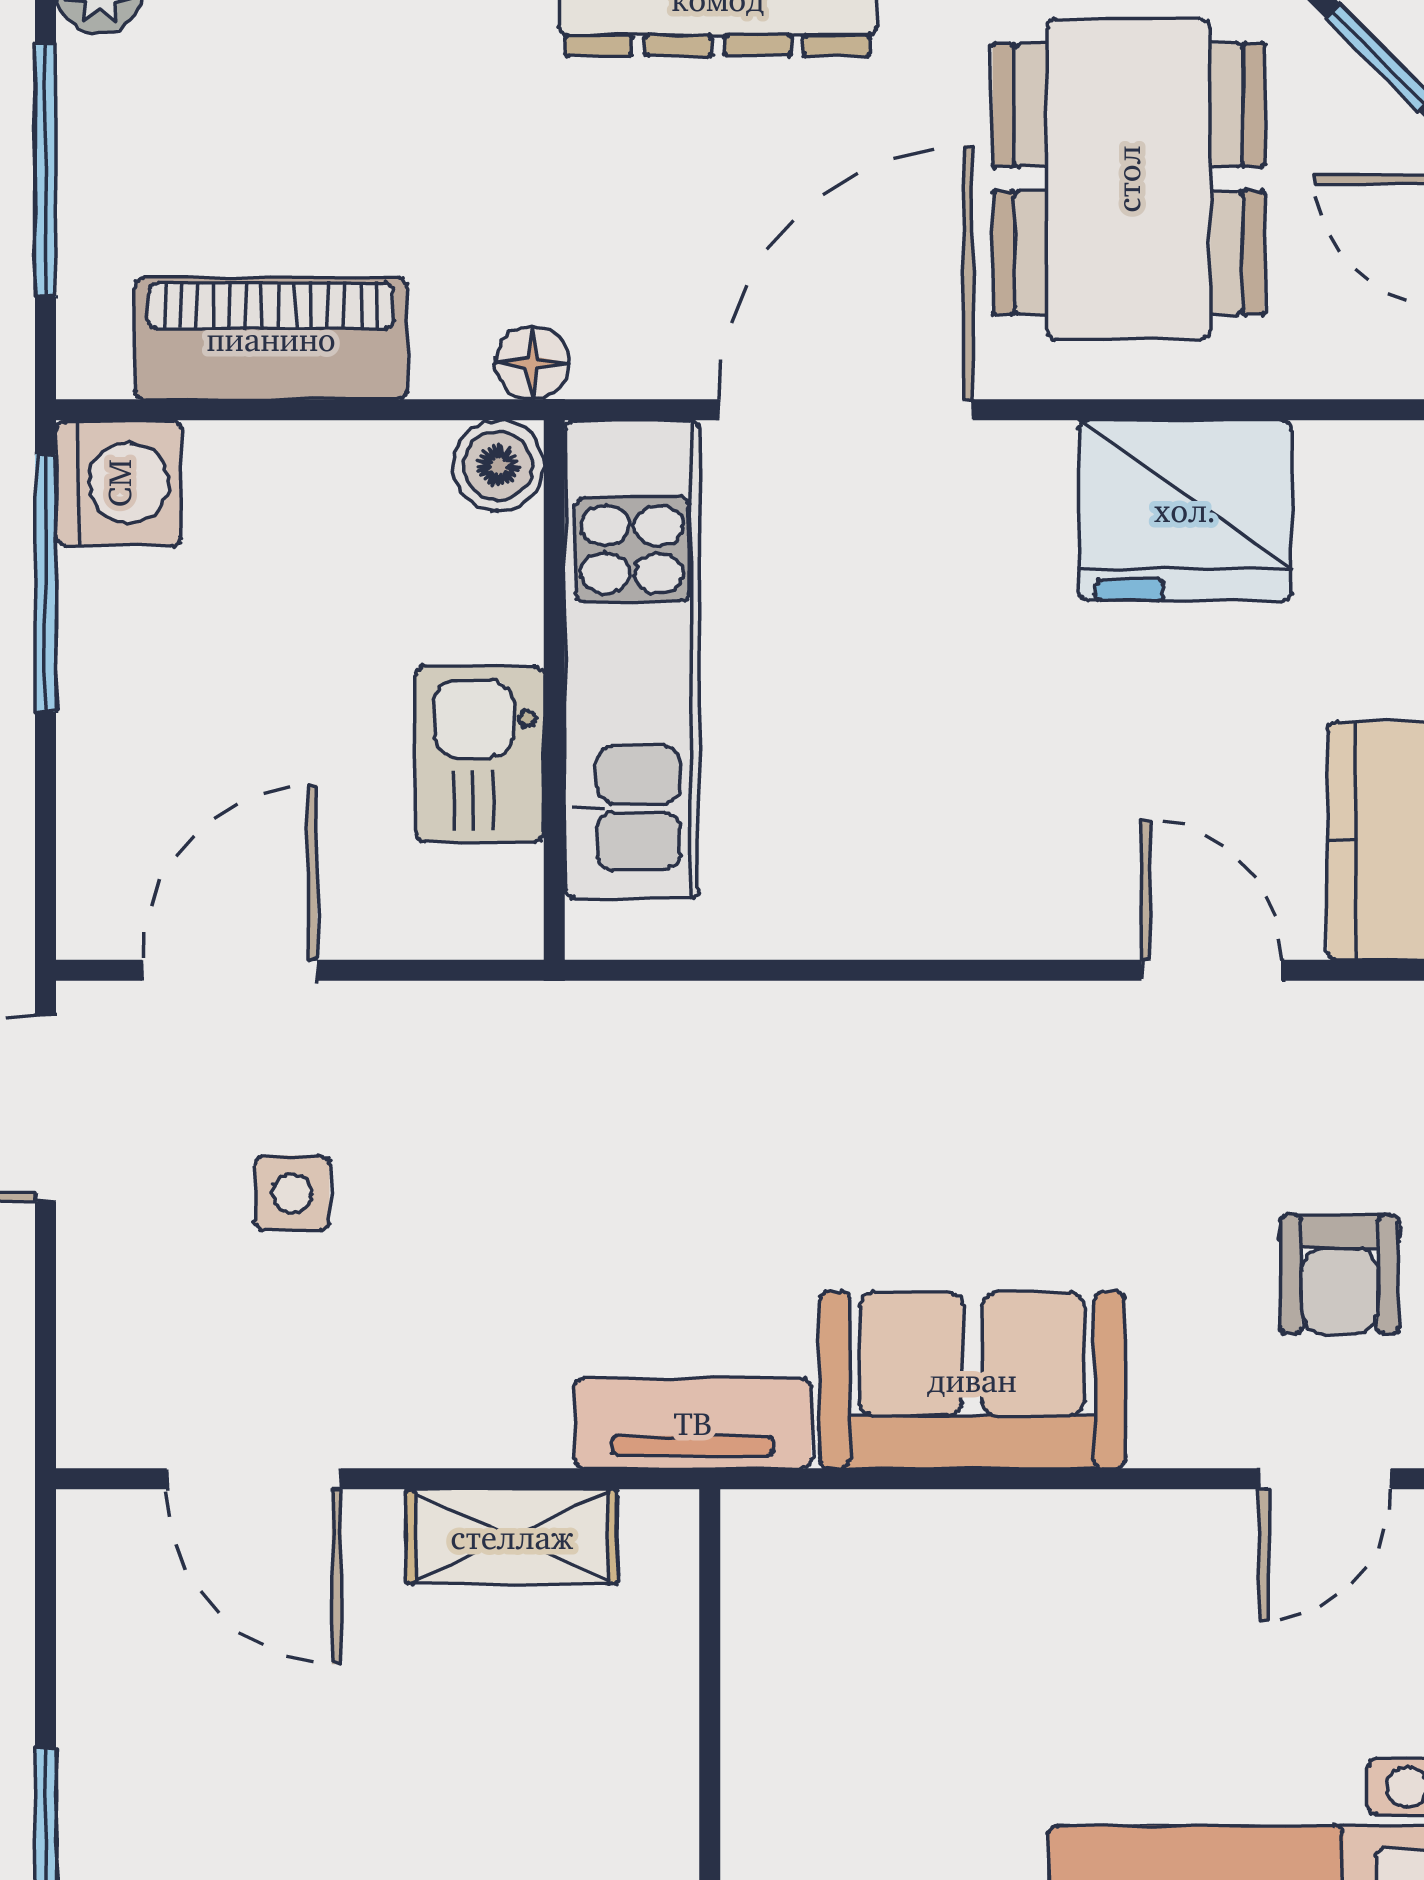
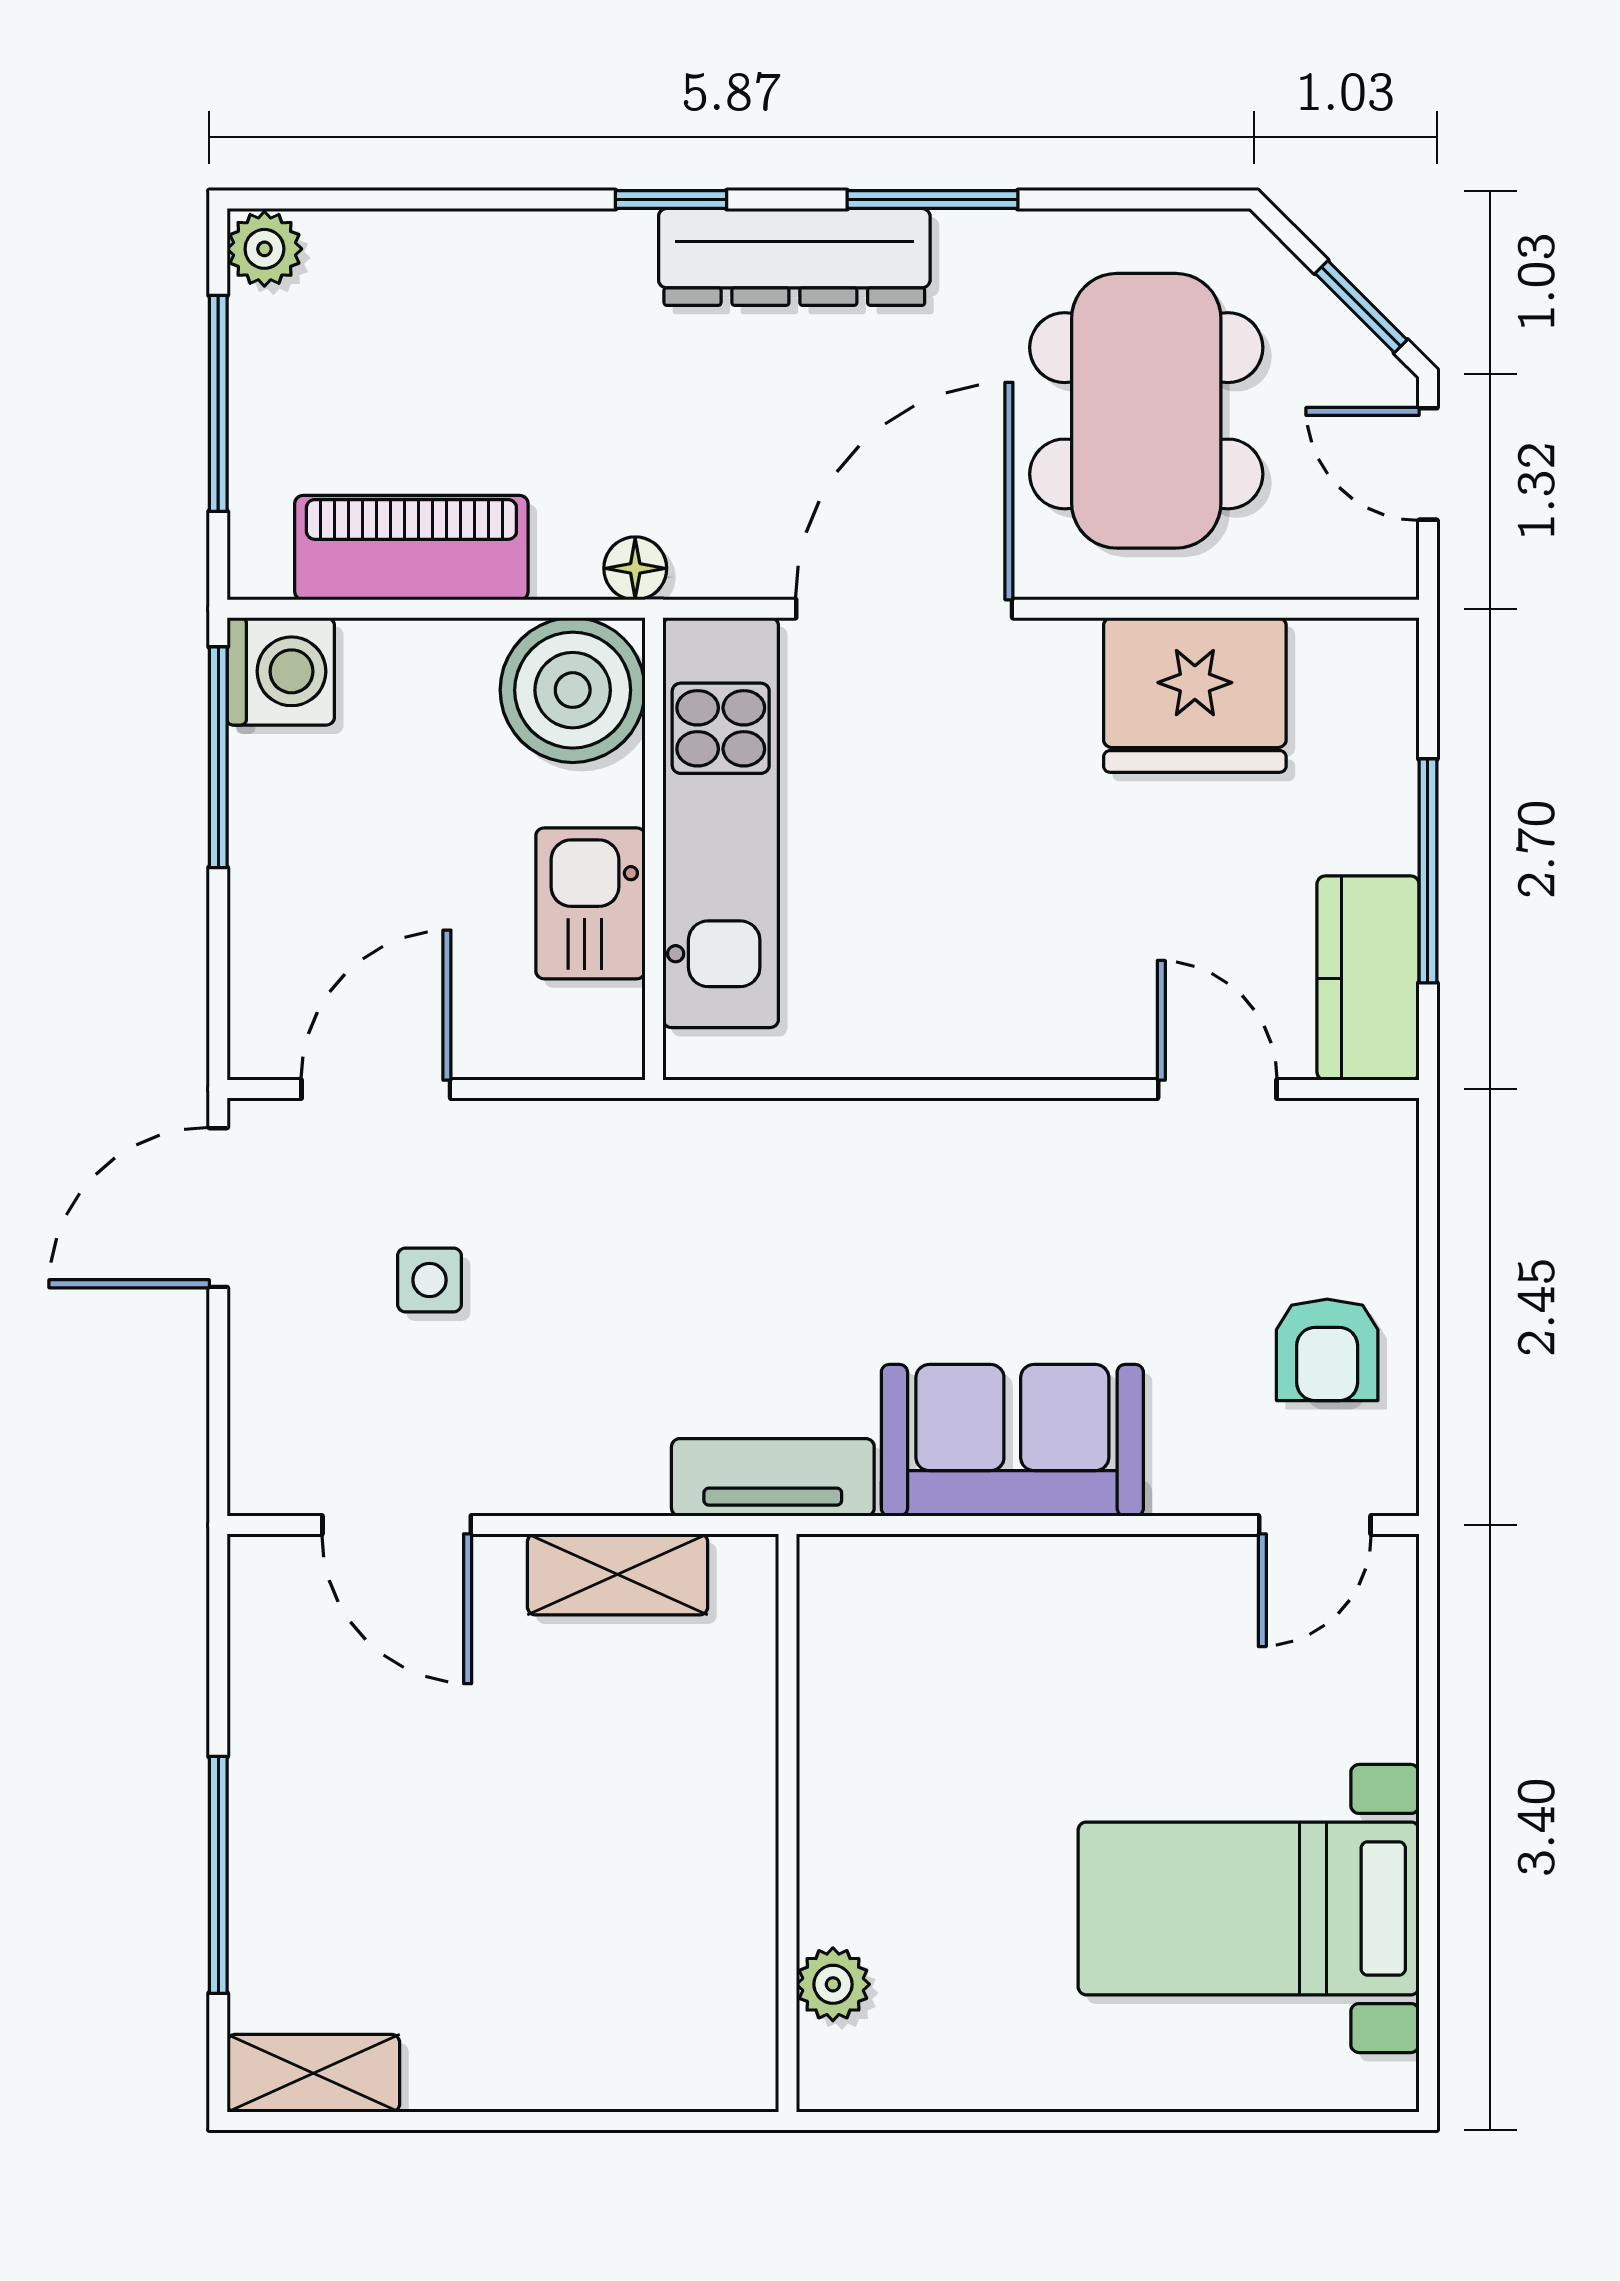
boiler: (498, 466) -> (573, 690), width x1.86, depth x1.86

